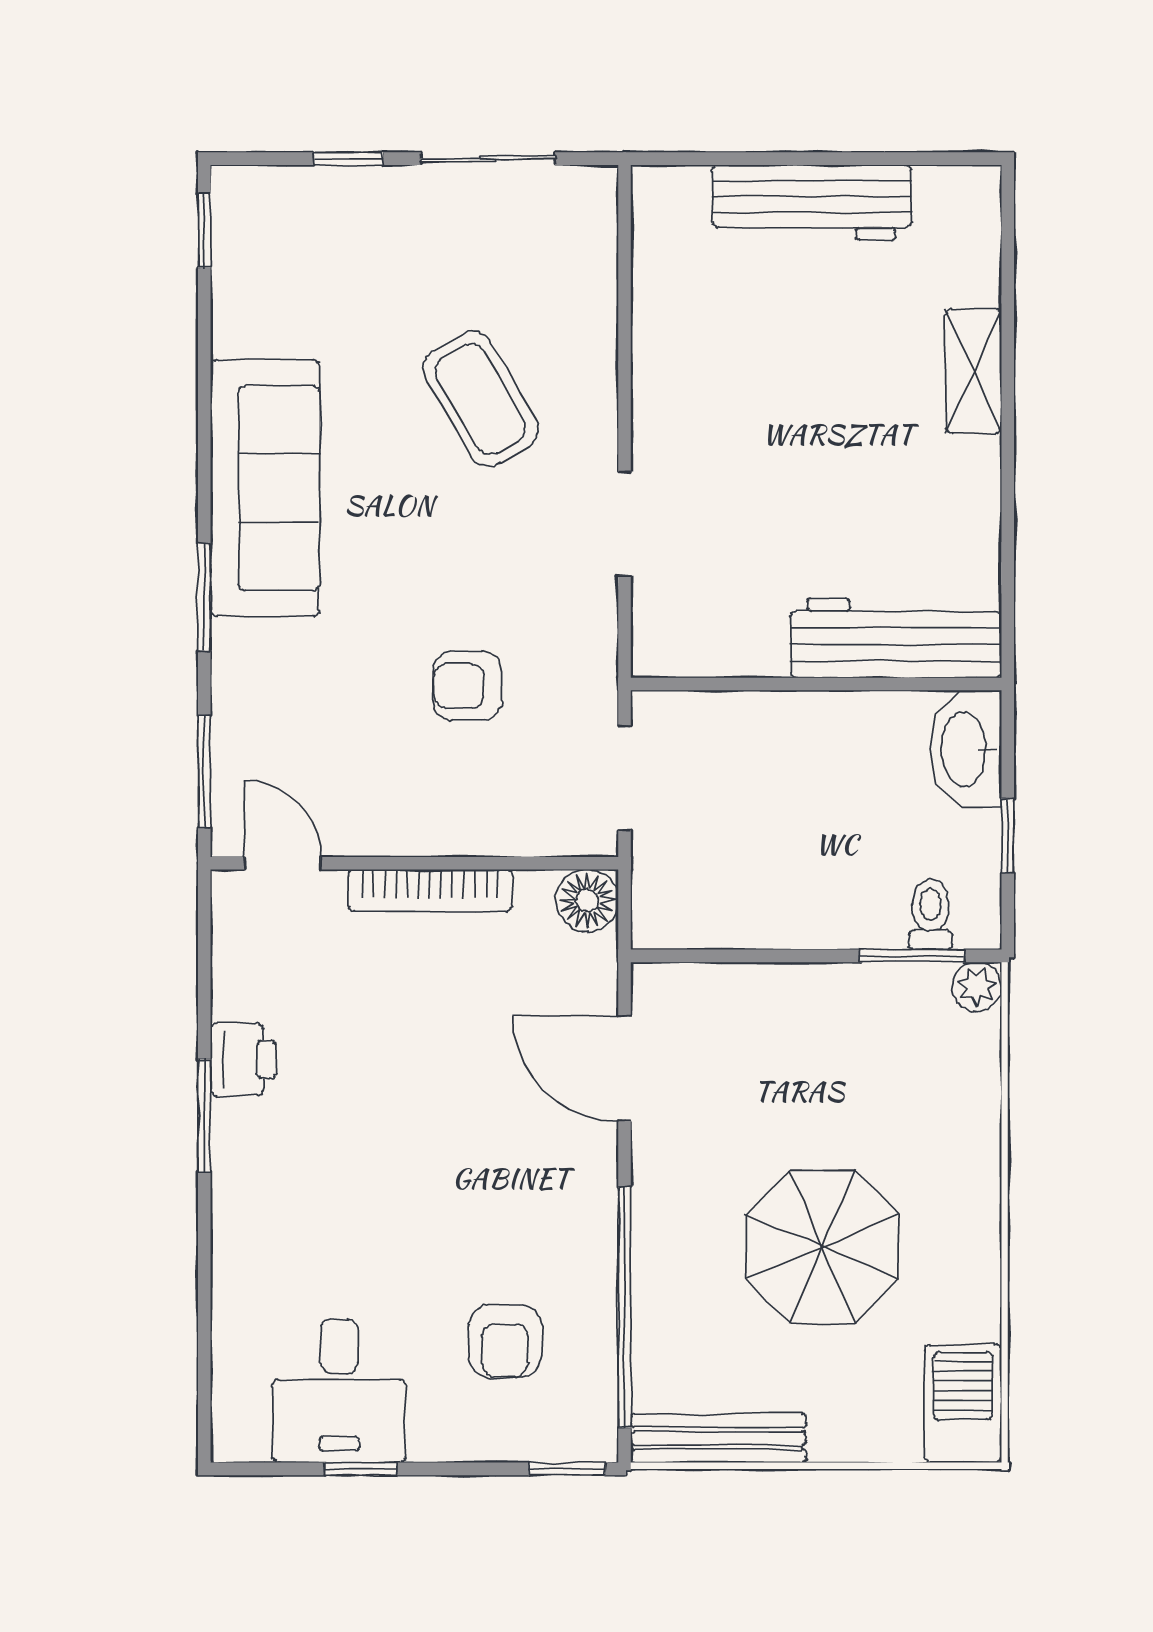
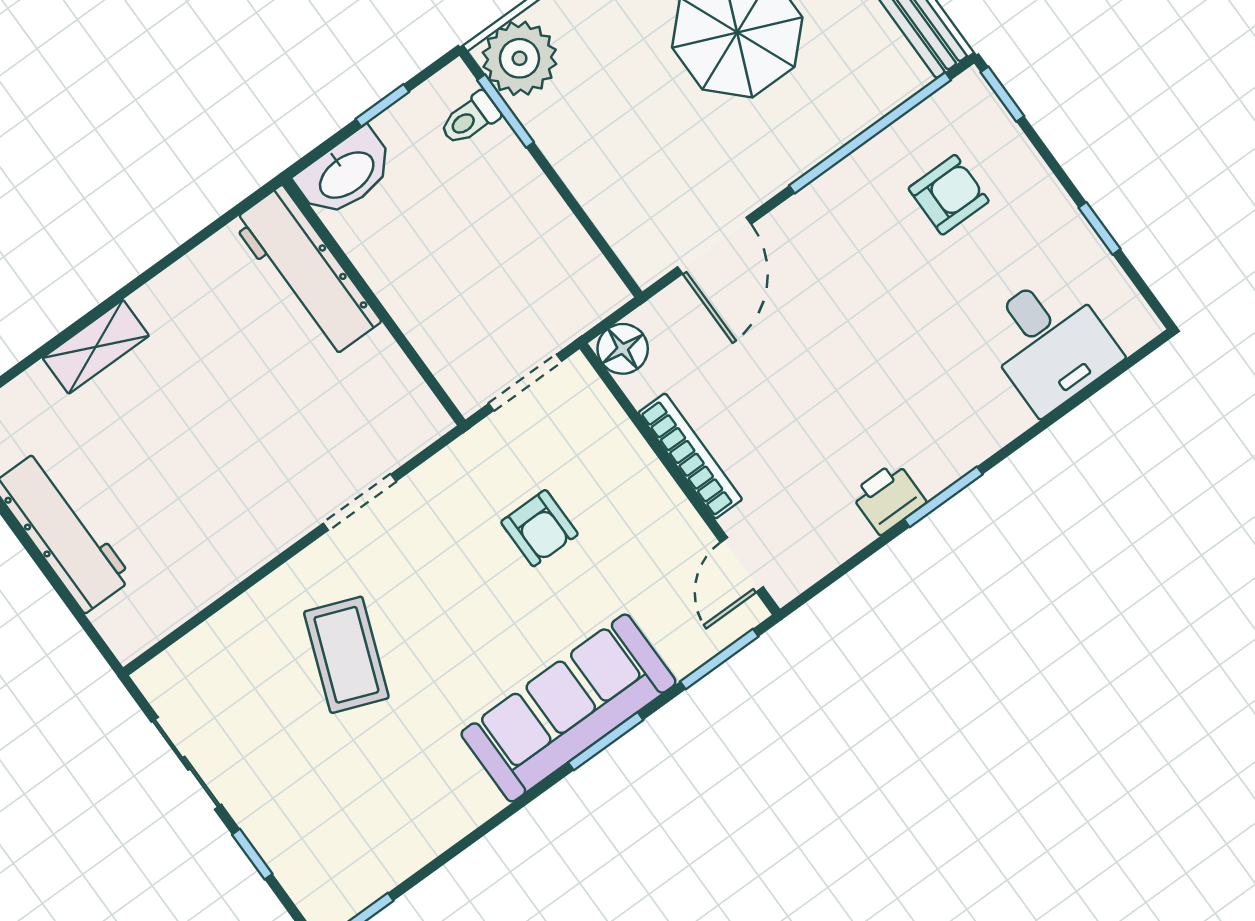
coffee table: (480, 399) -> (346, 655), turned -39
sofa: (265, 488) -> (568, 708), moved
plant: (977, 987) -> (520, 58), width x1.87, depth x1.87
desk: (339, 1391) -> (1050, 342), moved, turned 90

